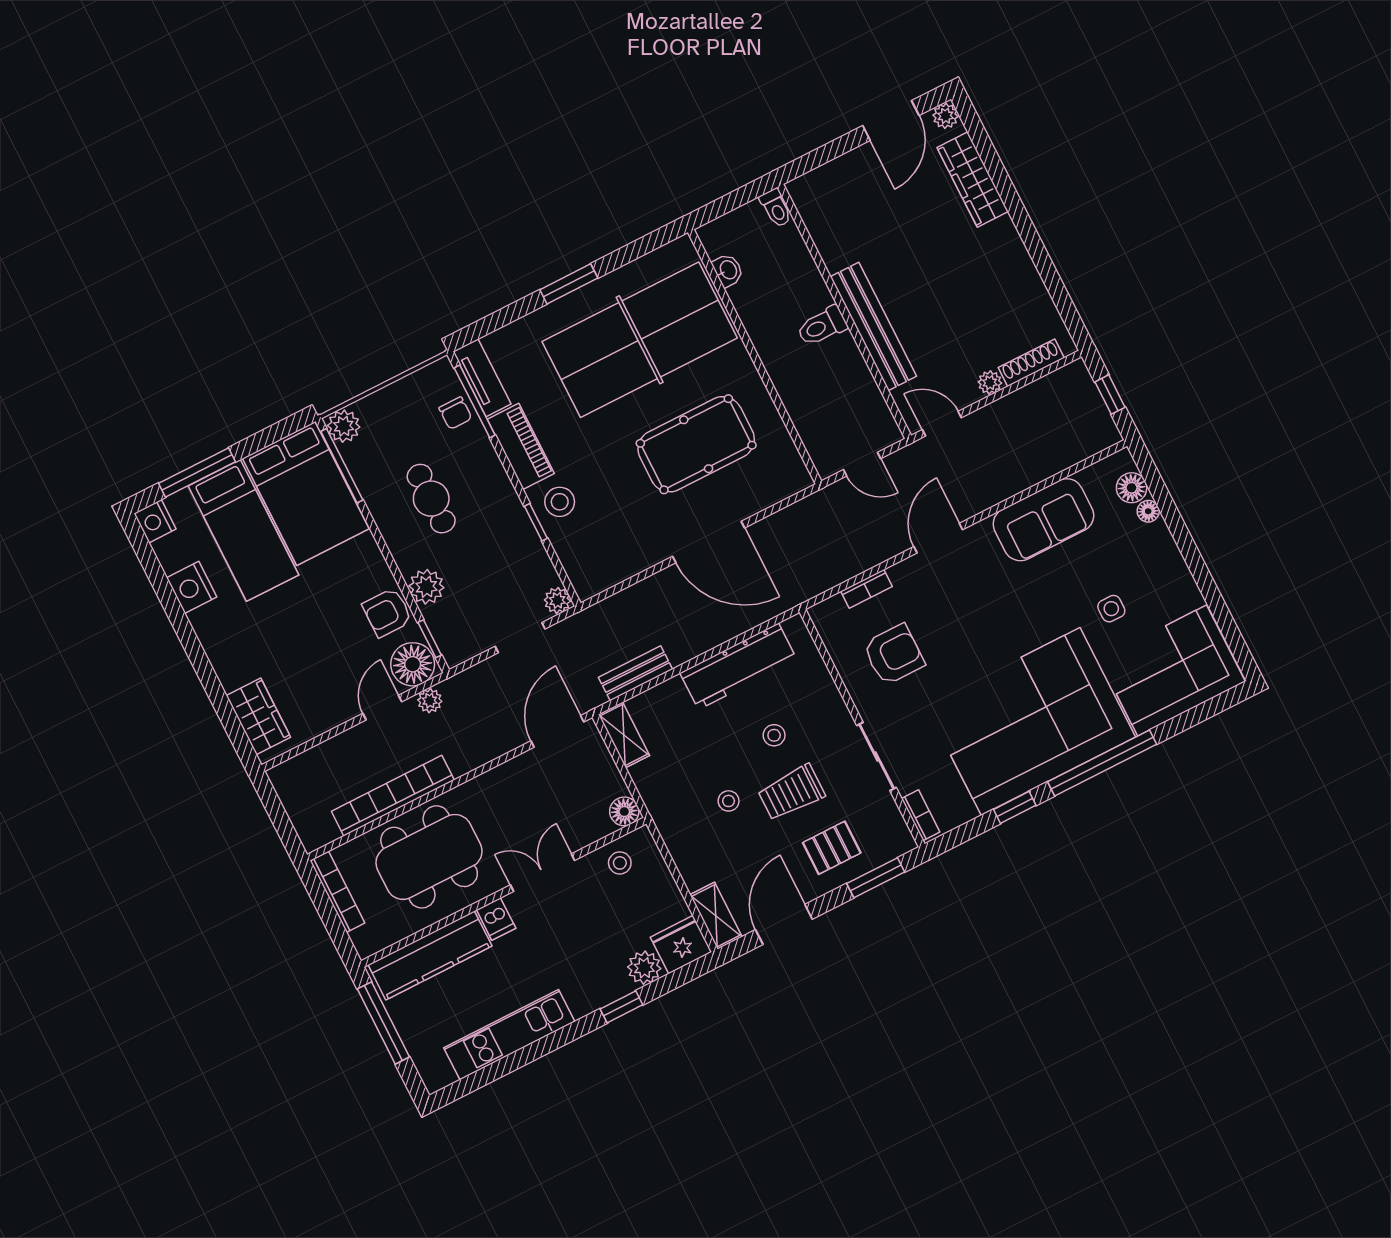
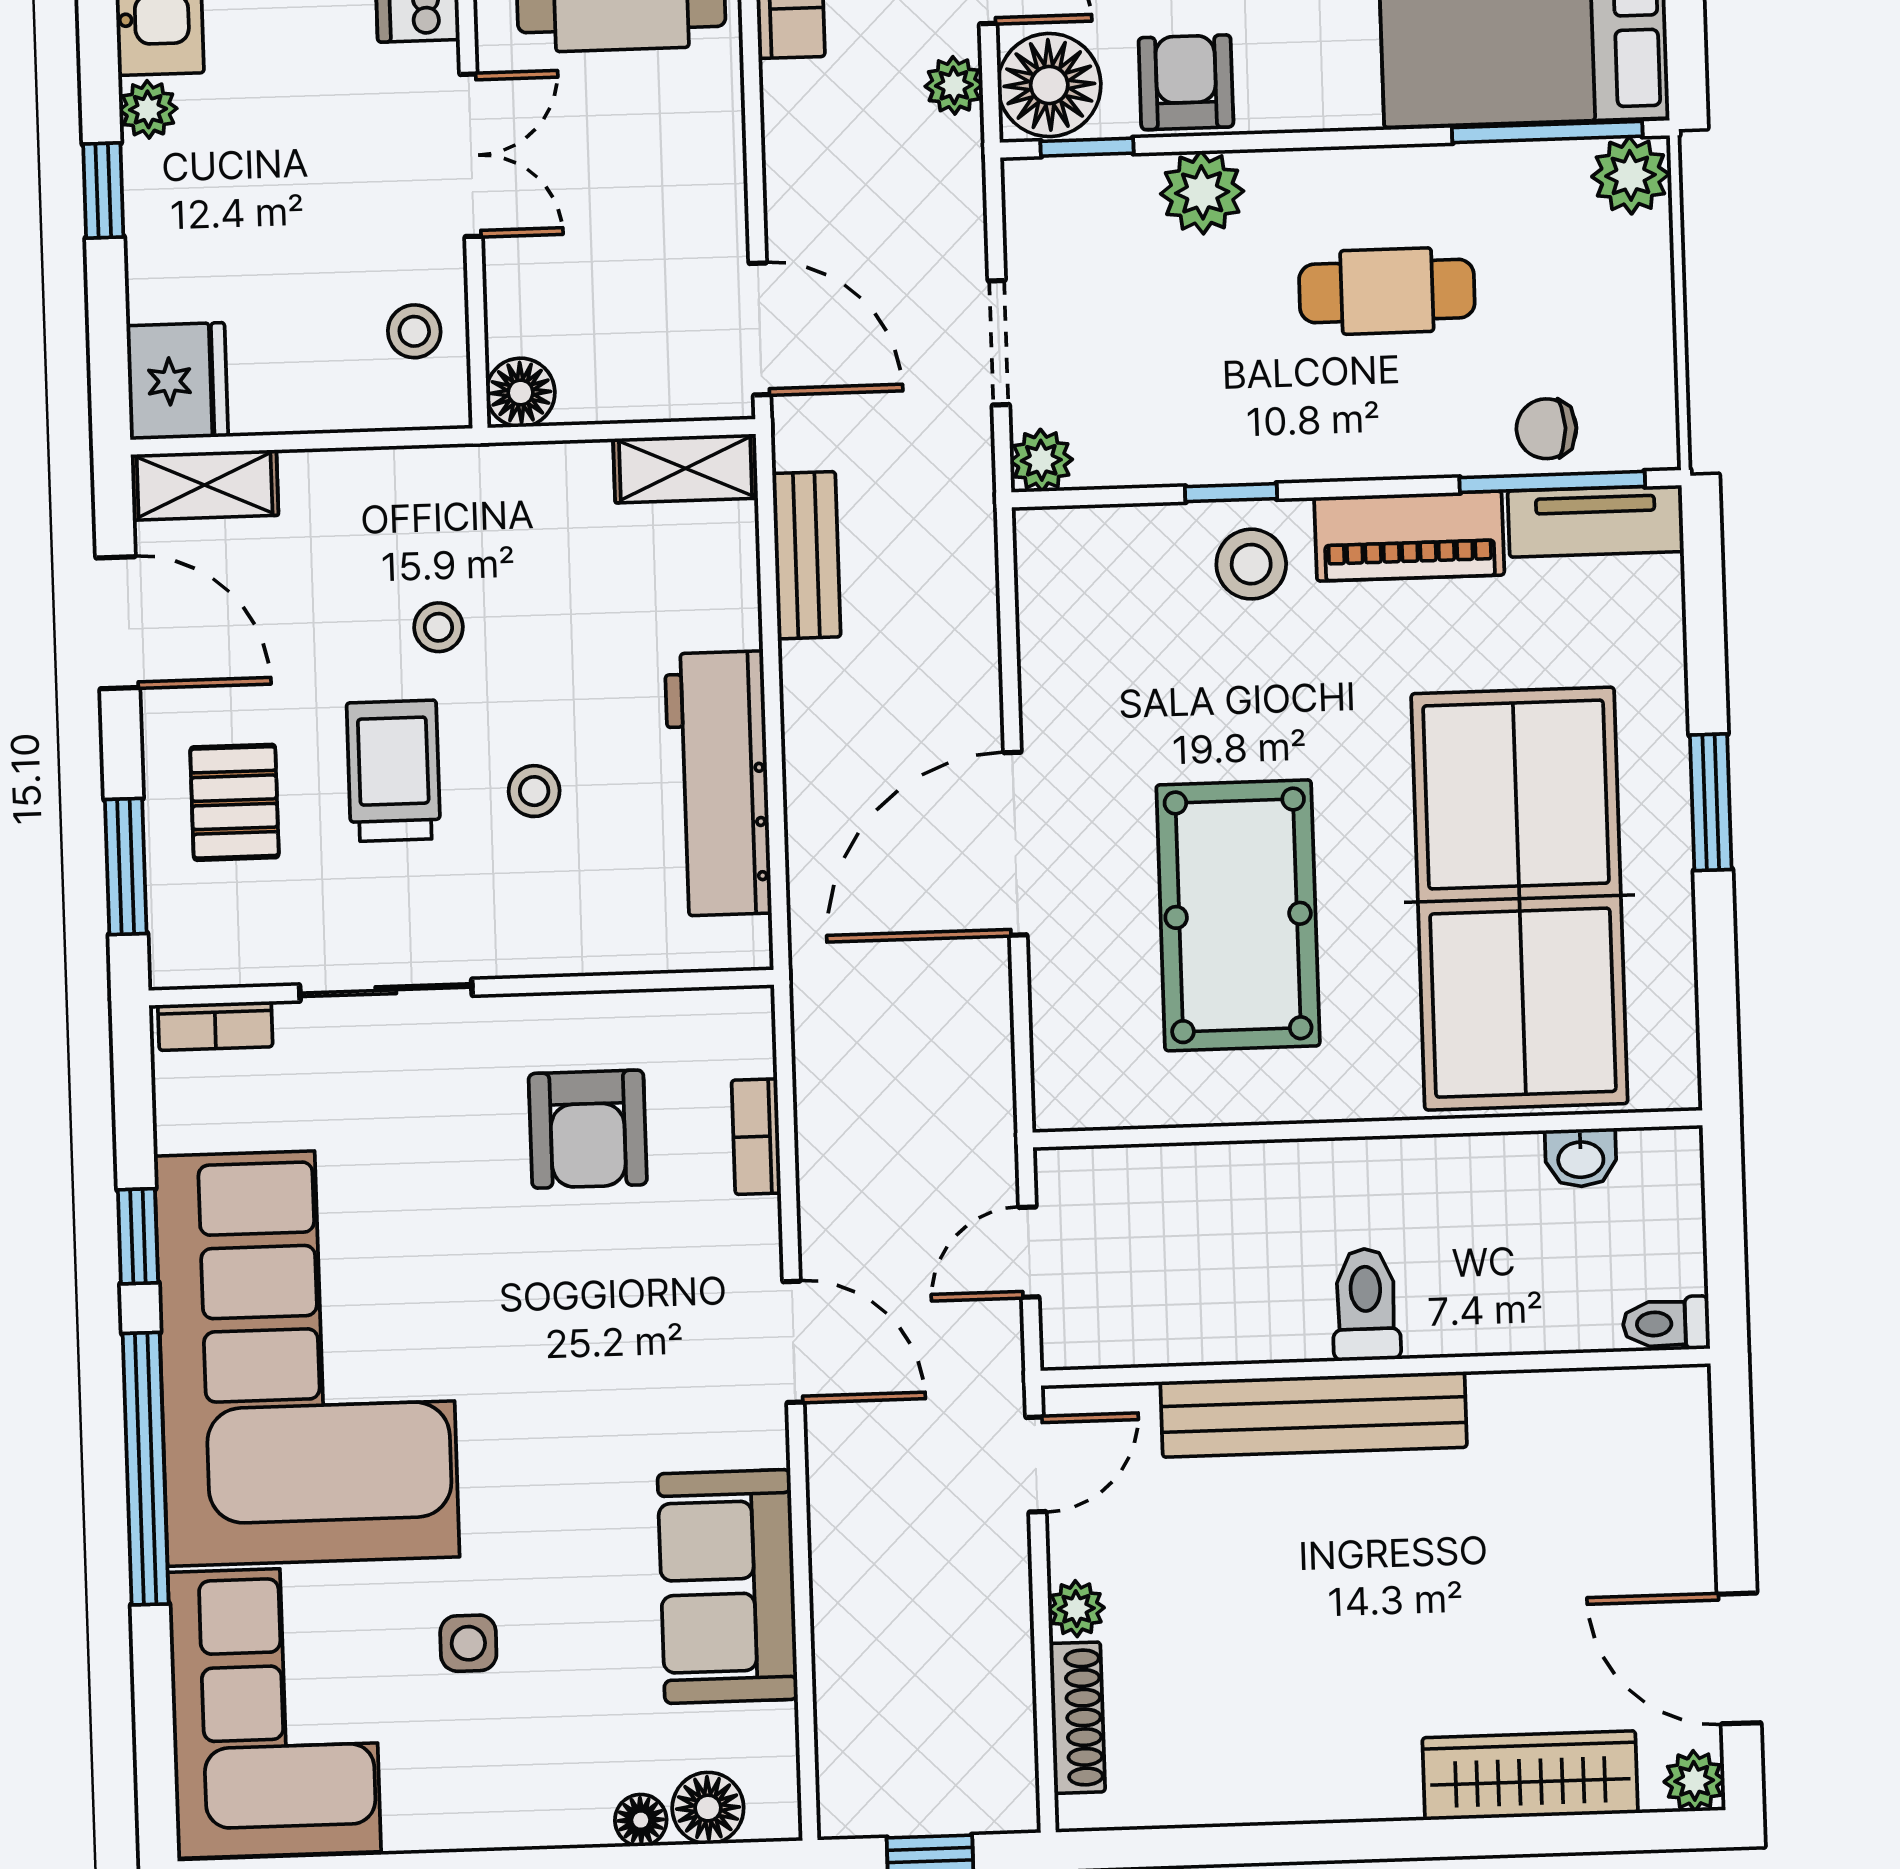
plant: (644, 968) -> (148, 109), moved, width x0.73, depth x0.73

